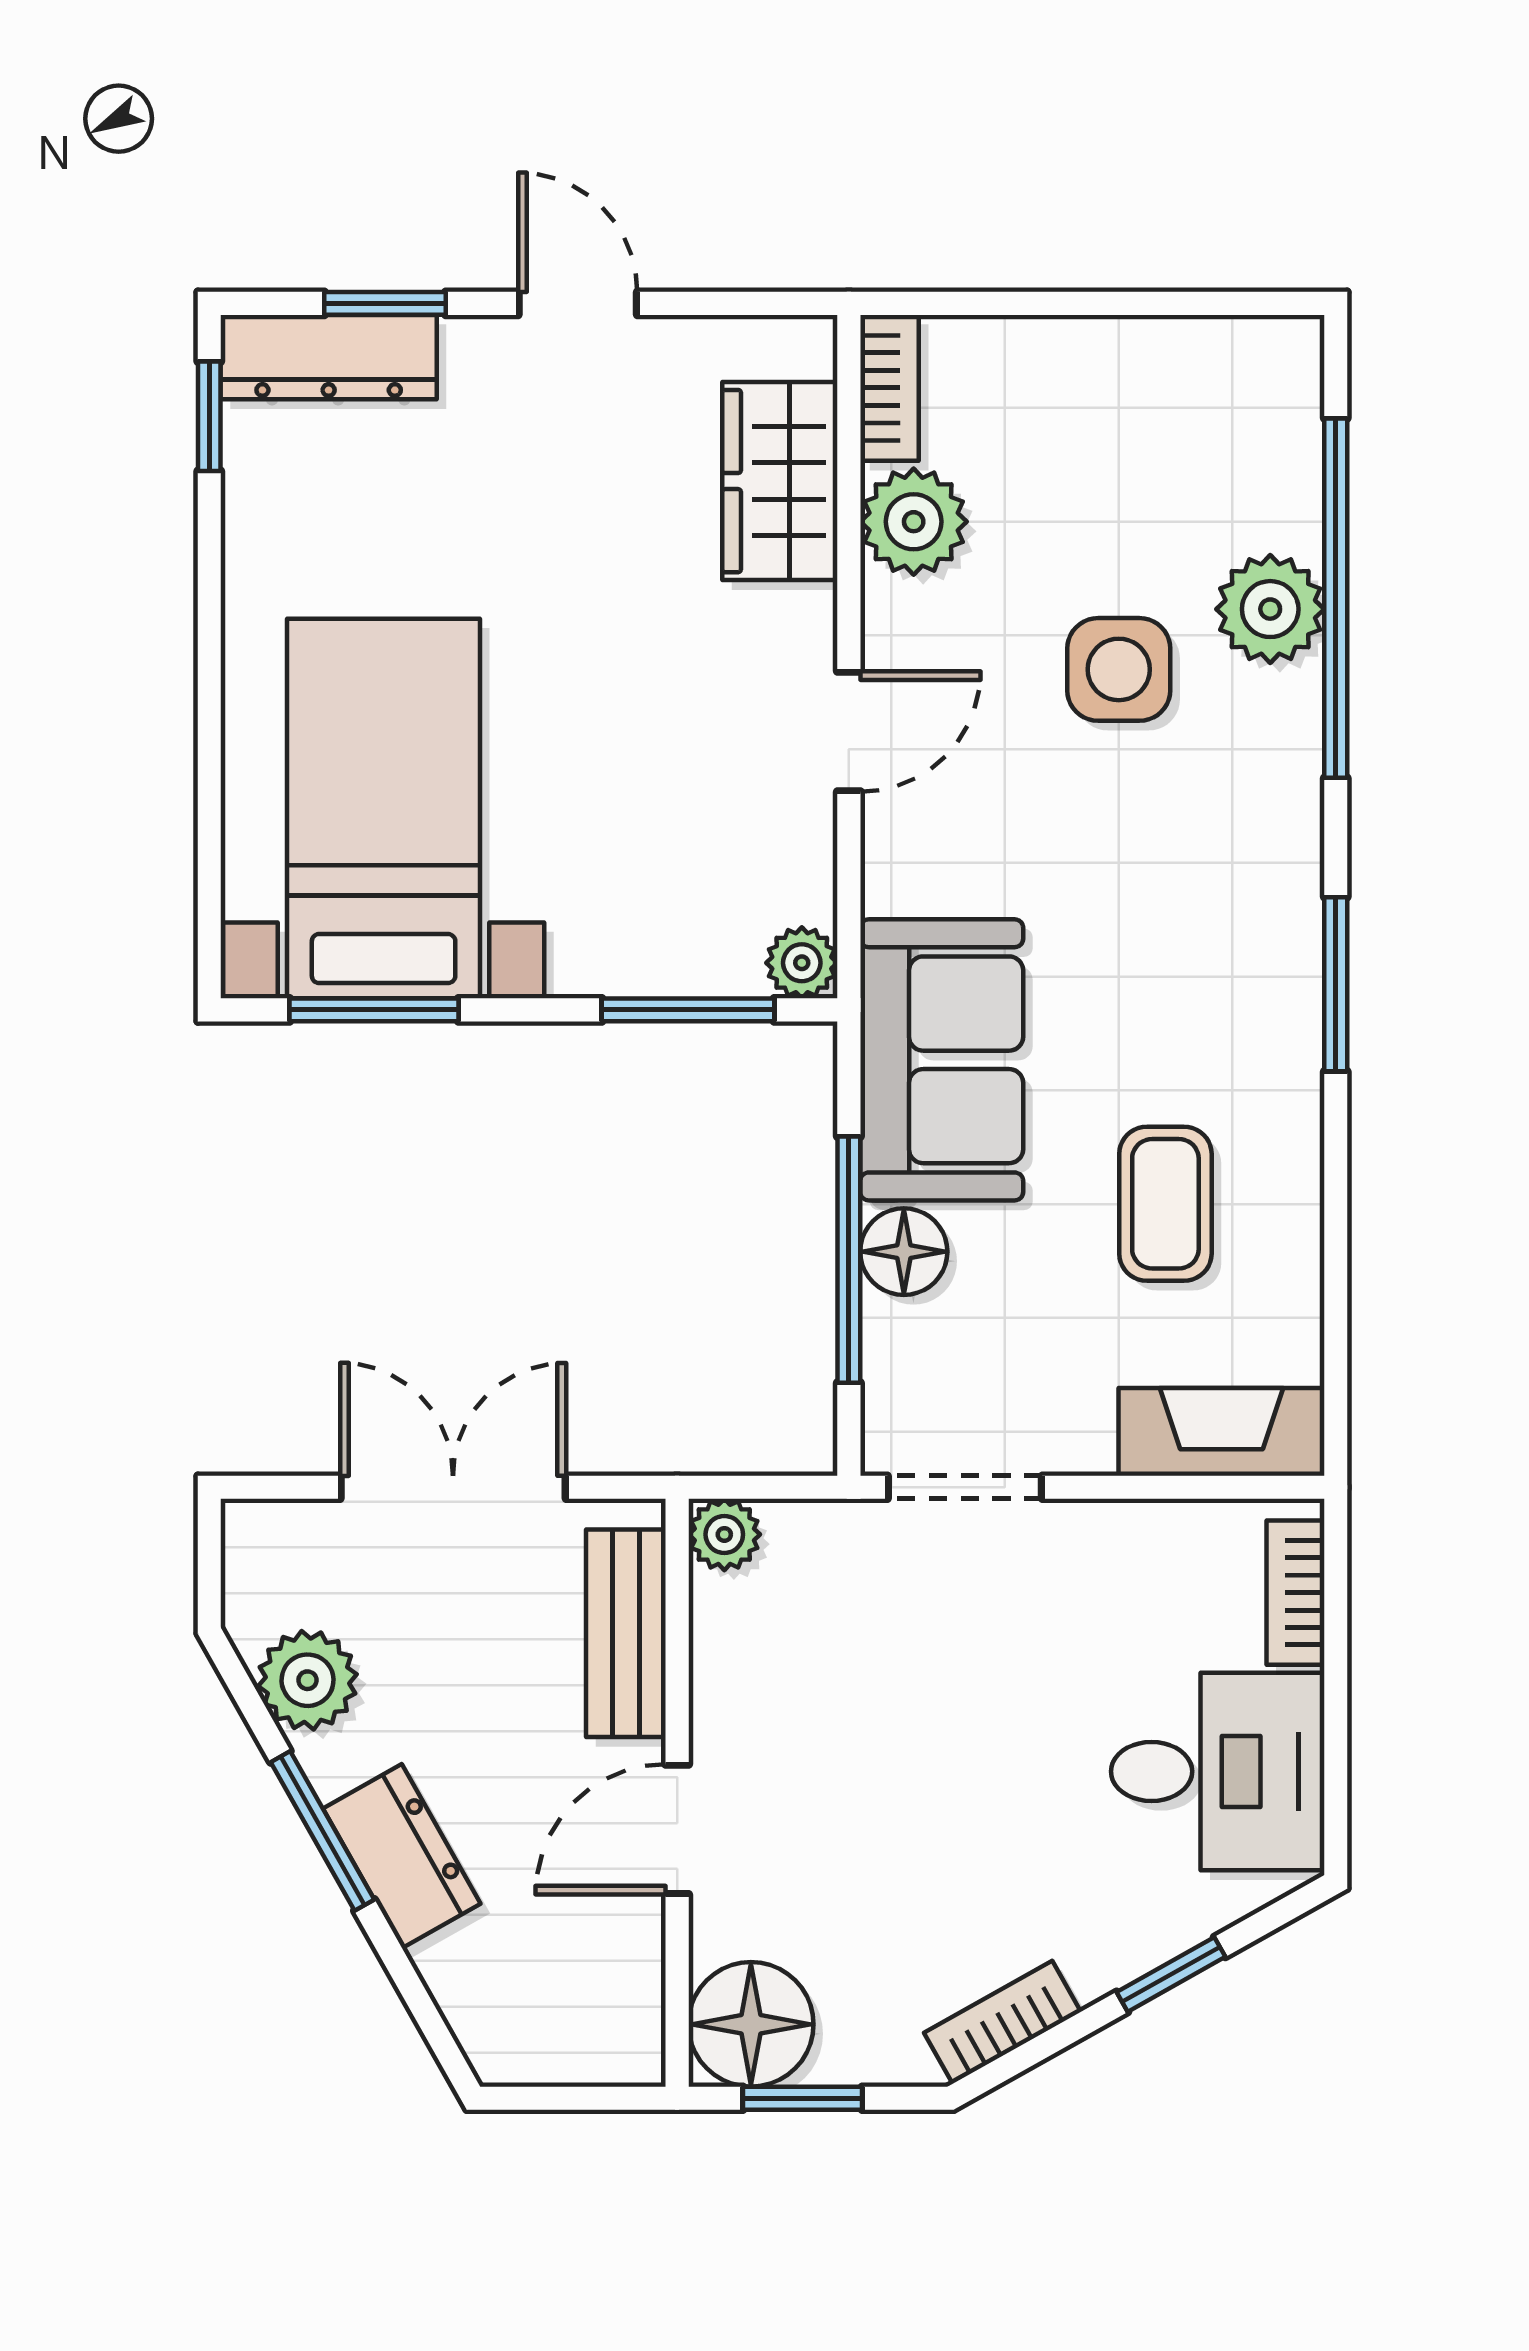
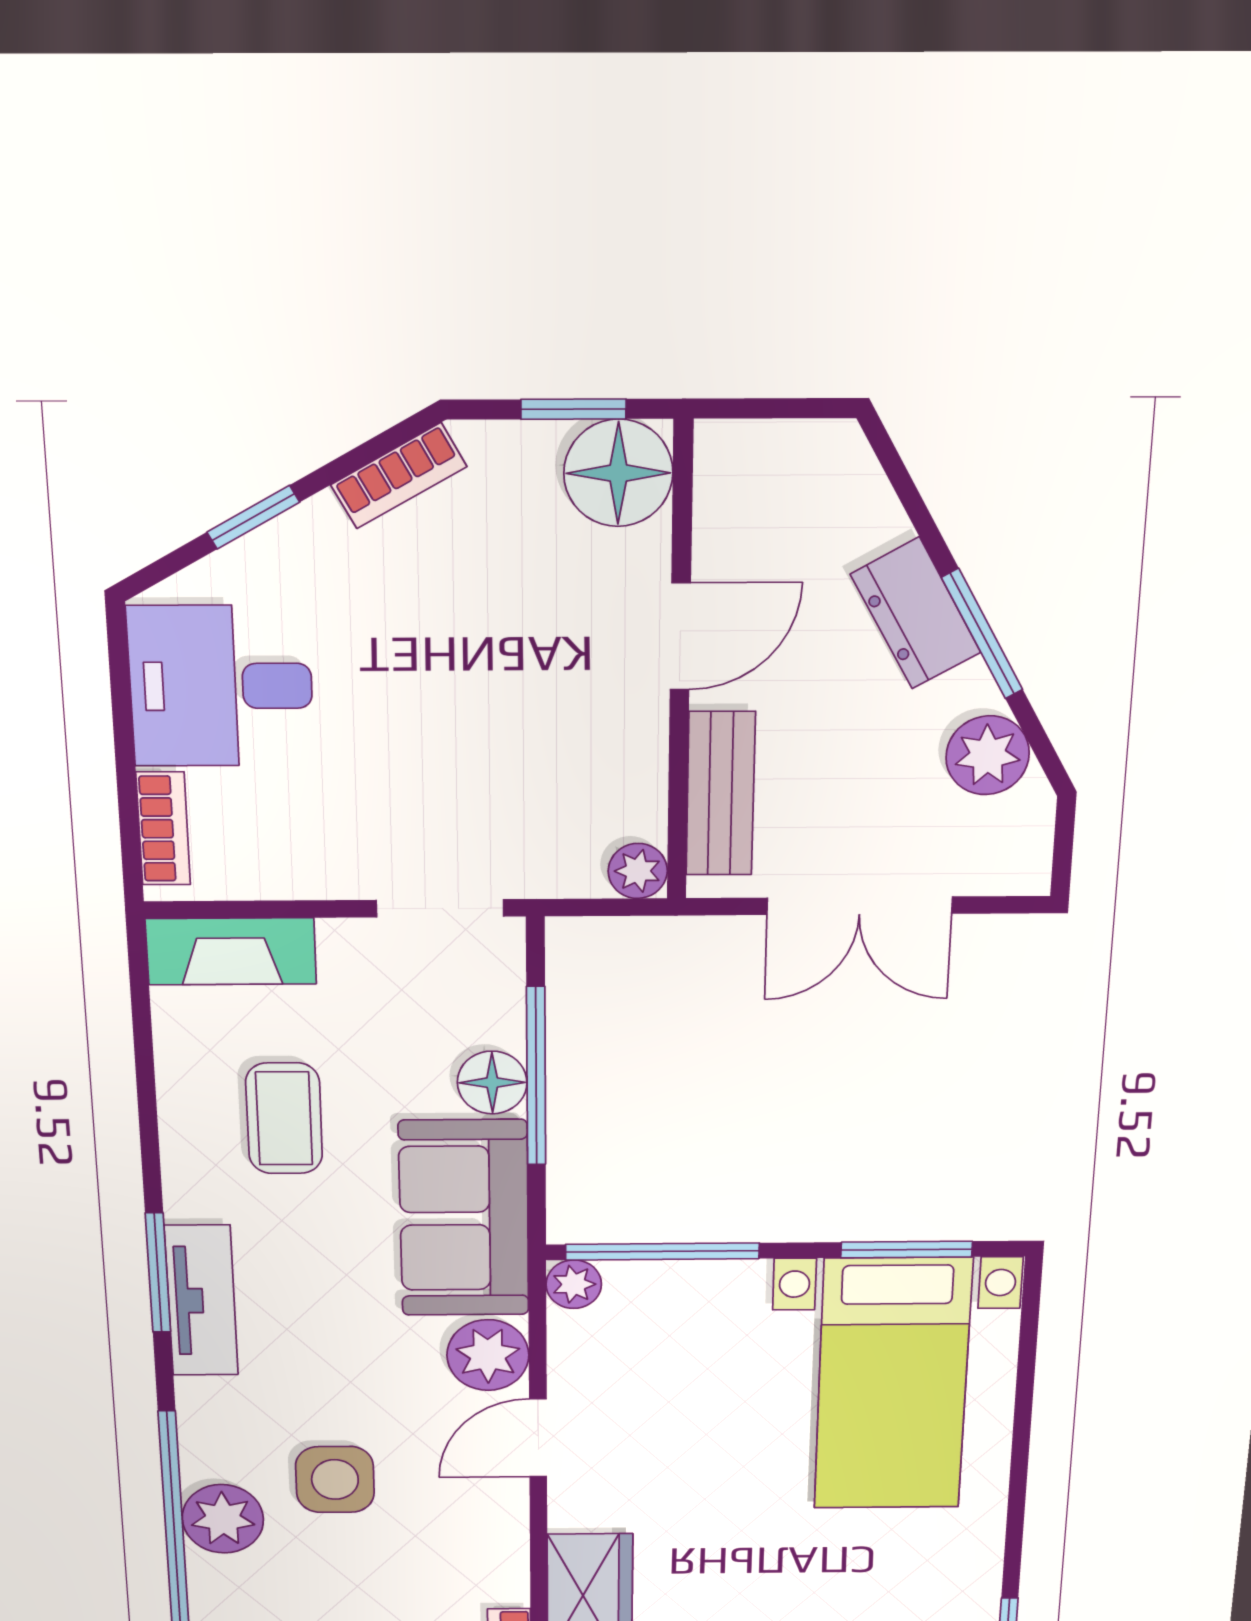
plant: (914, 522) -> (488, 1355), moved
tv unit: (1282, 943) -> (201, 1301), added
window: (688, 1010) -> (662, 1251), width x1.44

